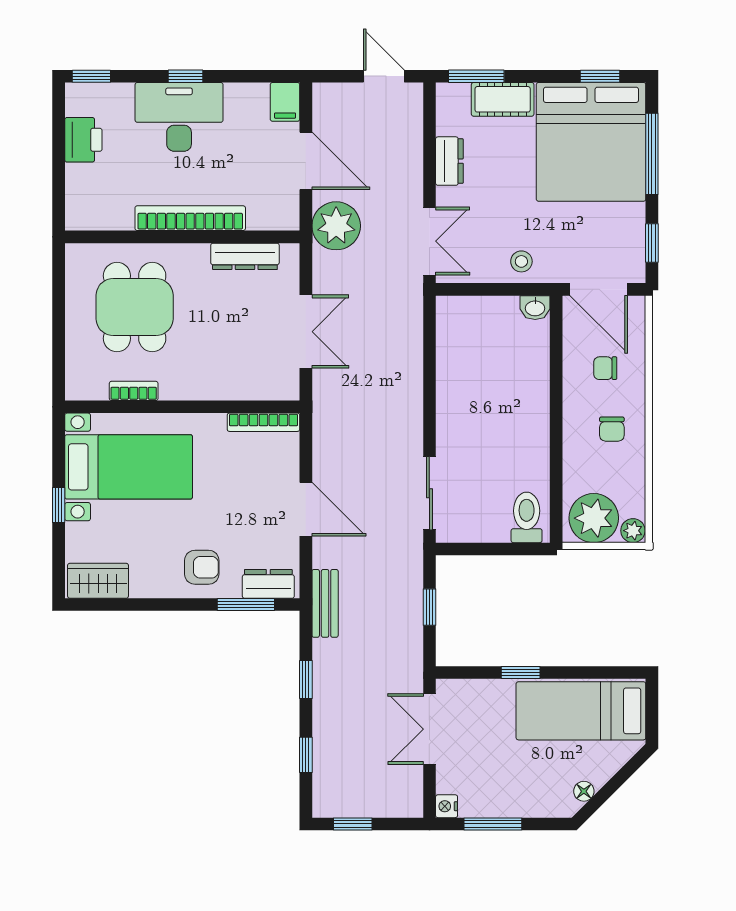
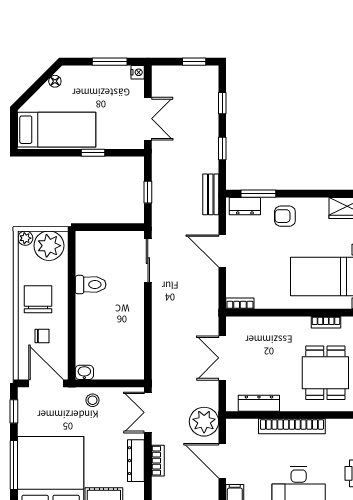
bookcase: (413, 161) -> (158, 461), added
dresser: (449, 161) -> (136, 461), width x1.44
bookcase: (263, 422) -> (240, 303), width x0.64
chair: (612, 429) -> (38, 299), width x1.87, depth x1.87
toilet: (527, 517) -> (91, 285), moved, turned -90

